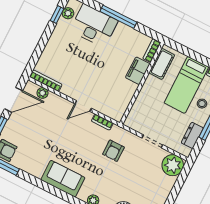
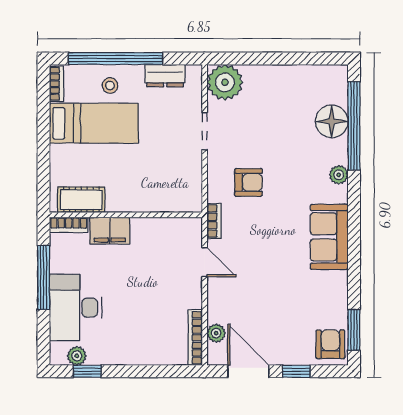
bookcase: (152, 51) -> (69, 225), moved
cot: (162, 64) -> (81, 200), moved
filing cabinet: (138, 71) -> (110, 231), moved
wall: (142, 83) -> (126, 215), moved

